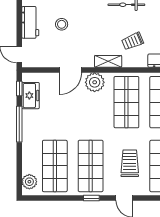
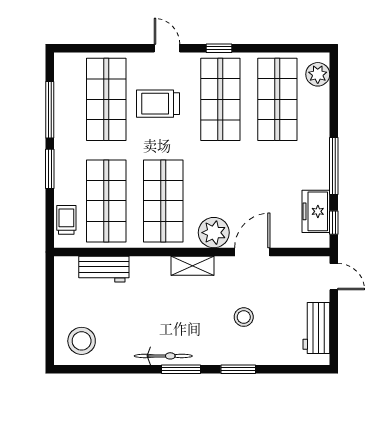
stool: (62, 24) -> (244, 317), moved
trolley: (133, 41) -> (154, 298), removed
trolley: (130, 163) -> (158, 104), turned 90

